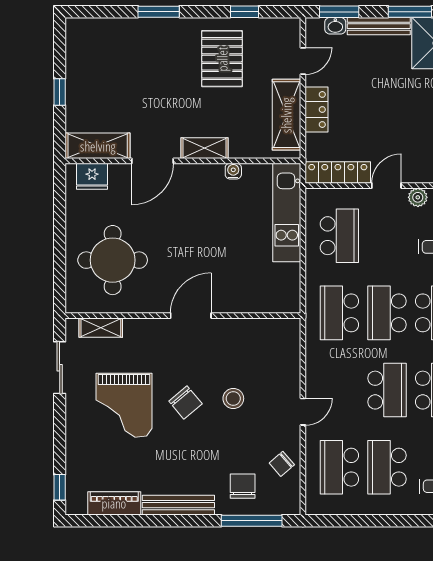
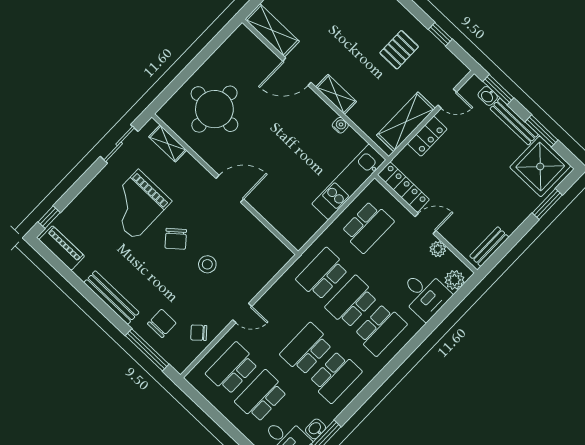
pallet: (222, 59) -> (399, 50), width x0.67, depth x0.71
fridge: (92, 176) -> (251, 46), removed
school desk: (387, 390) -> (306, 349), turned 180
piano: (114, 503) -> (62, 248), moved

